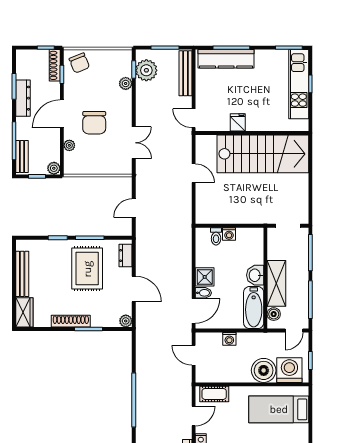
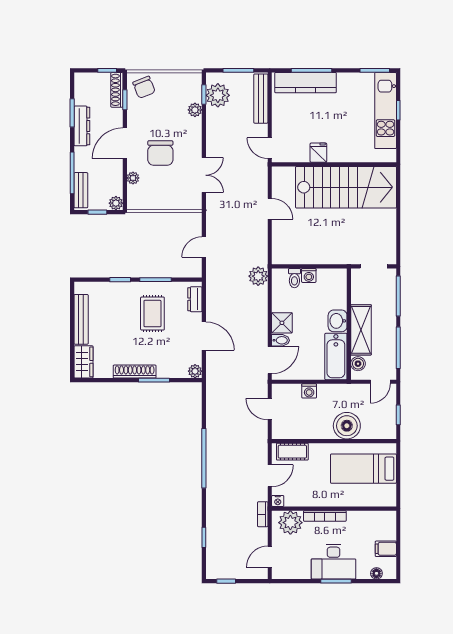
plant: (183, 235) -> (258, 276), added
rug: (87, 269) -> (152, 314), width x0.73, depth x0.70
washing machine: (289, 370) -> (375, 425), removed

